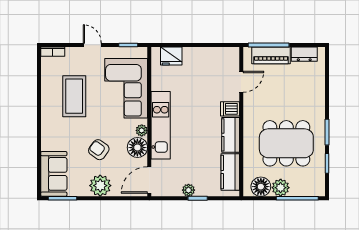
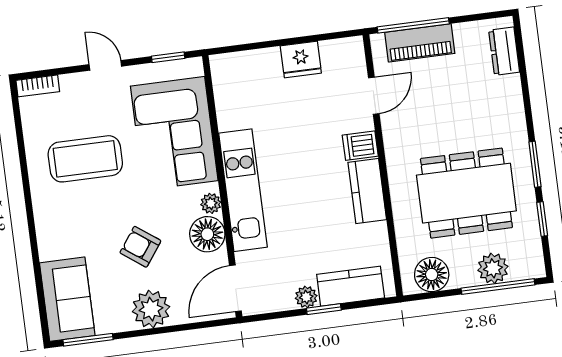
dresser: (304, 54) -> (504, 51), moved, turned 90
fridge: (171, 56) -> (301, 59), moved
coffee table: (74, 96) -> (85, 159), turned 90
kitchen counter: (230, 172) -> (351, 286), moved, turned 90
plant: (281, 188) -> (493, 268), moved

